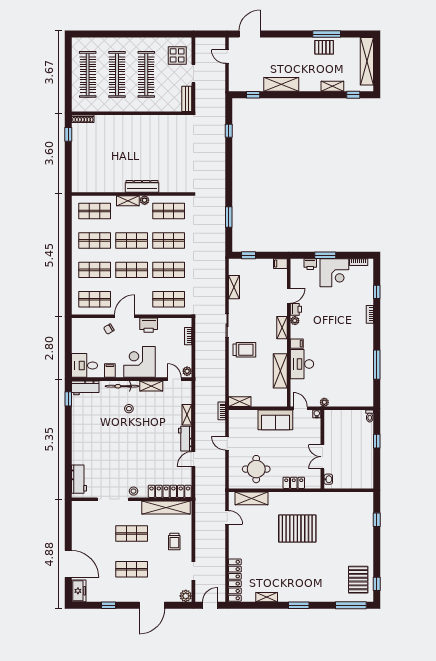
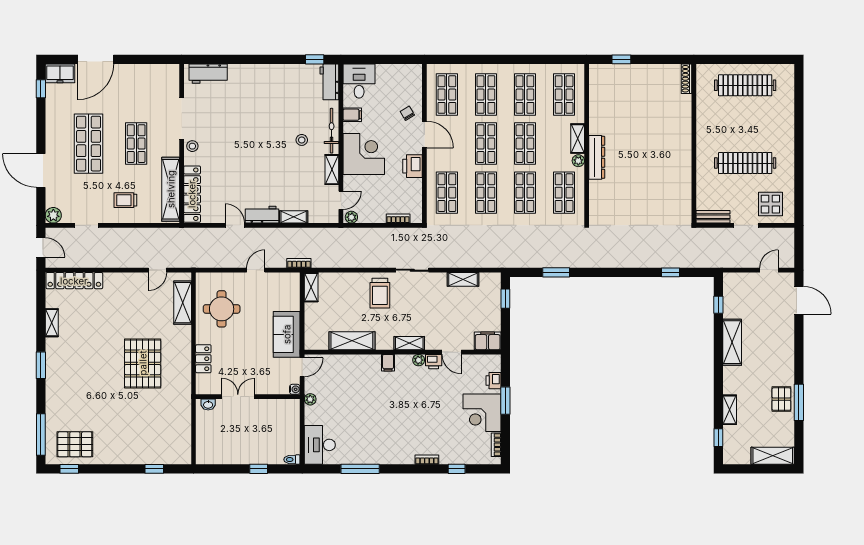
shelving: (367, 61) -> (773, 456), width x0.68
clothes rail: (117, 74) -> (745, 124), removed
window: (68, 134) -> (621, 59), moved
filing cabinet: (280, 264) -> (488, 341), width x2.00
desk: (302, 364) -> (320, 445), moved, turned -90
shop shelf: (132, 569) -> (89, 144), width x1.43, depth x1.36
window: (108, 605) -> (41, 89), moved

